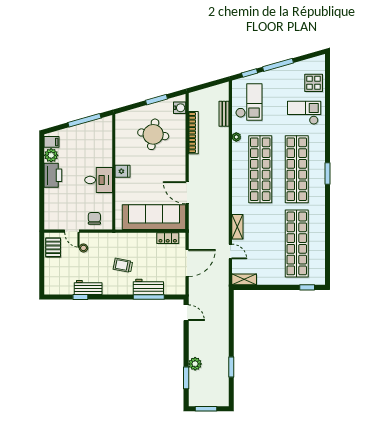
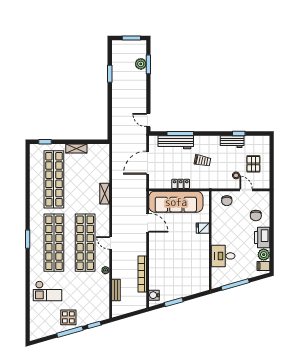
display table: (314, 83) -> (68, 317), moved
checkout: (249, 102) -> (95, 300), removed
round table: (153, 134) -> (177, 272), removed
fridge: (123, 171) -> (203, 228), moved
desk: (99, 180) -> (223, 256), moved
chair: (60, 201) -> (256, 216), added
locker: (168, 238) -> (181, 184), moved
pallet: (53, 247) -> (253, 164), moved
door: (230, 251) -> (111, 243), moved
shelving: (244, 279) -> (76, 148), moved
workbench: (148, 287) -> (176, 142), width x1.38
plant: (195, 364) -> (141, 64), moved

